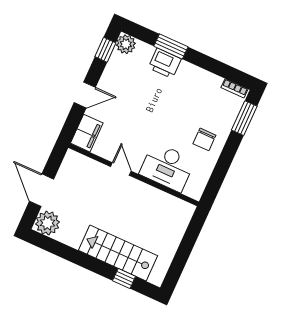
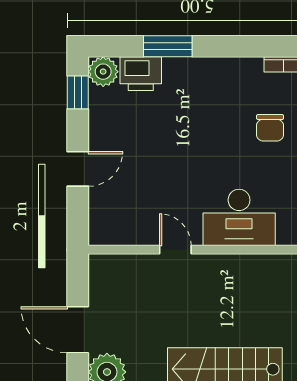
printer: (165, 63) -> (141, 74), moved
filing cabinet: (87, 133) -> (105, 221), removed
chair: (204, 139) -> (270, 128), moved

